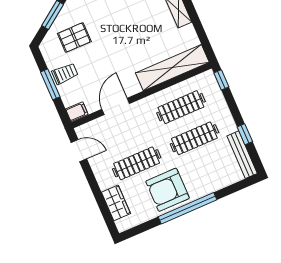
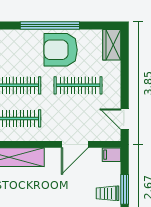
armchair: (168, 190) -> (61, 50), turned 180
wardrobe: (116, 203) -> (112, 45), moved

